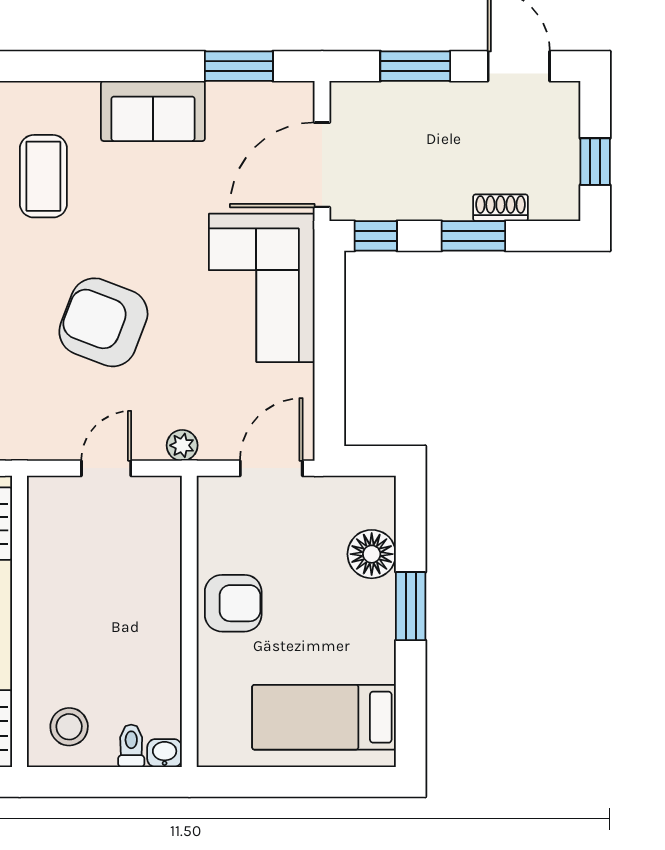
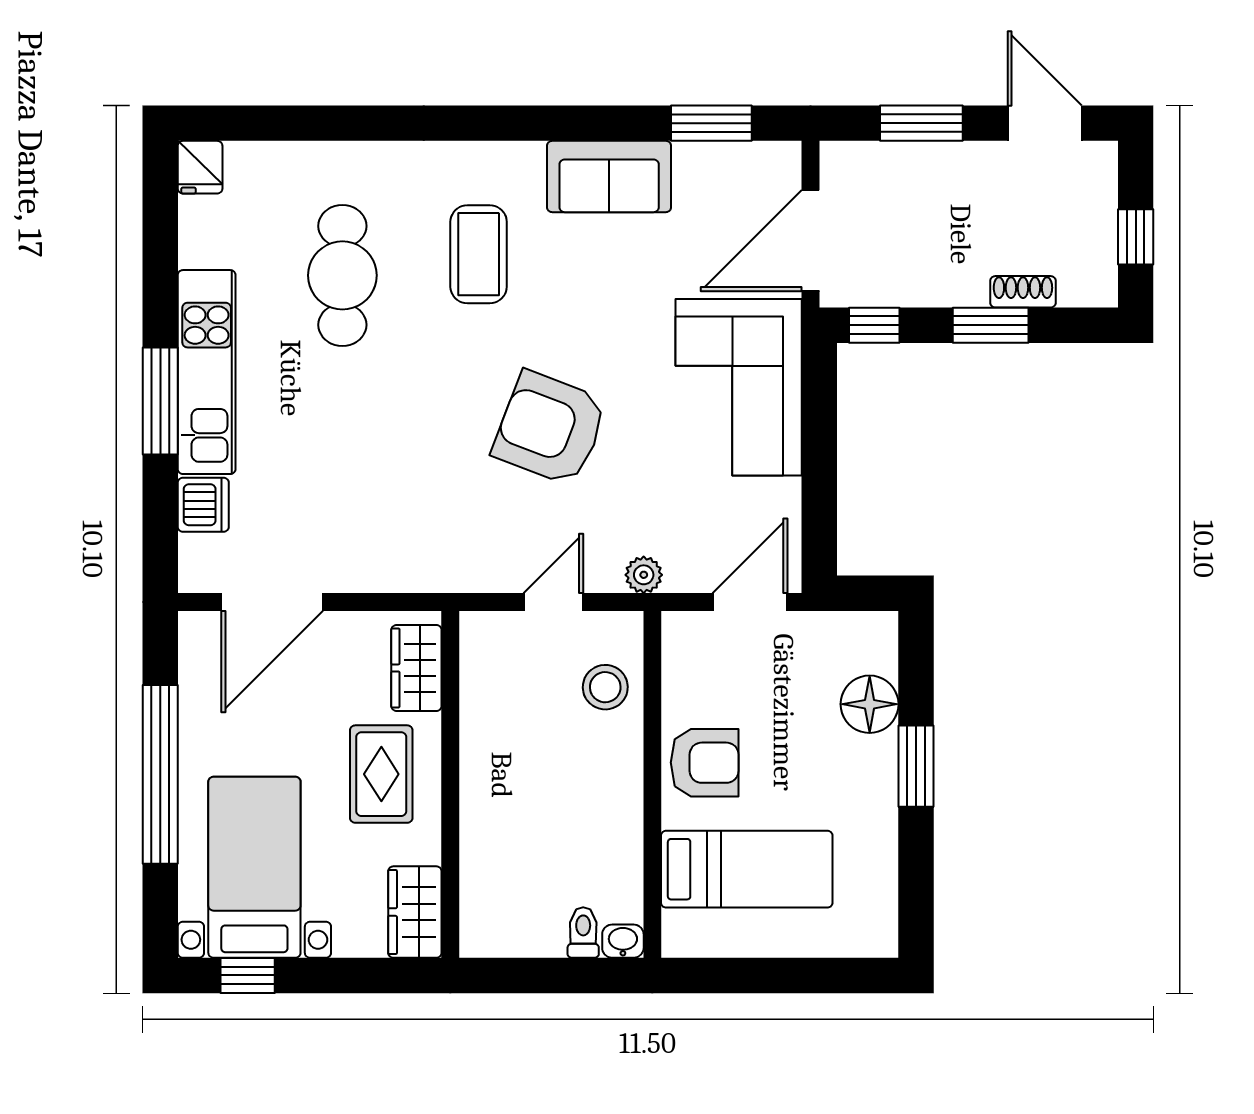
bed: (324, 717) -> (747, 869), moved, turned 180
stool: (69, 727) -> (605, 687), moved

